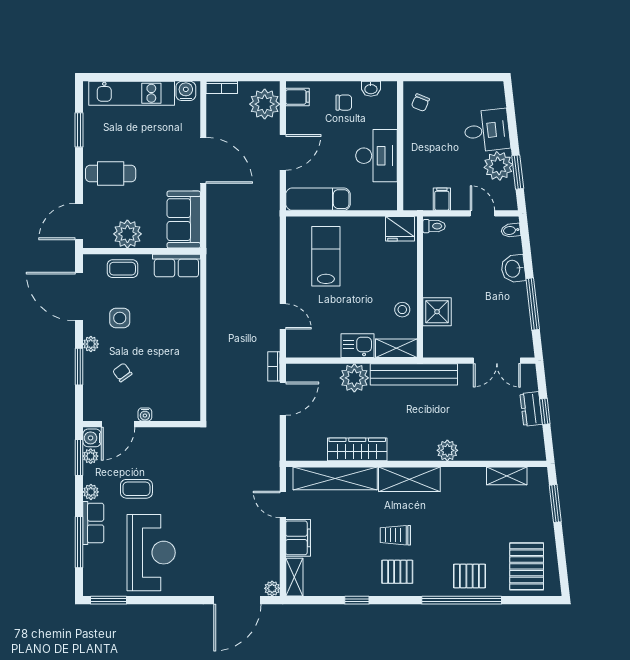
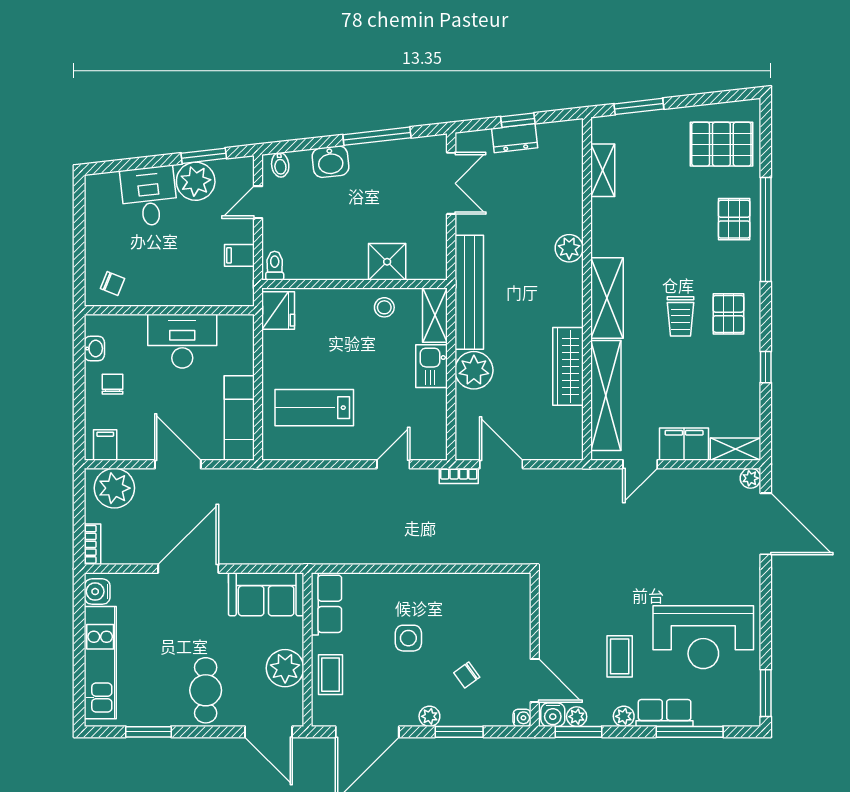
side table: (120, 318) -> (408, 638), moved
water cooler: (145, 414) -> (522, 718), moved
reception desk: (151, 553) -> (703, 637), turned 180

